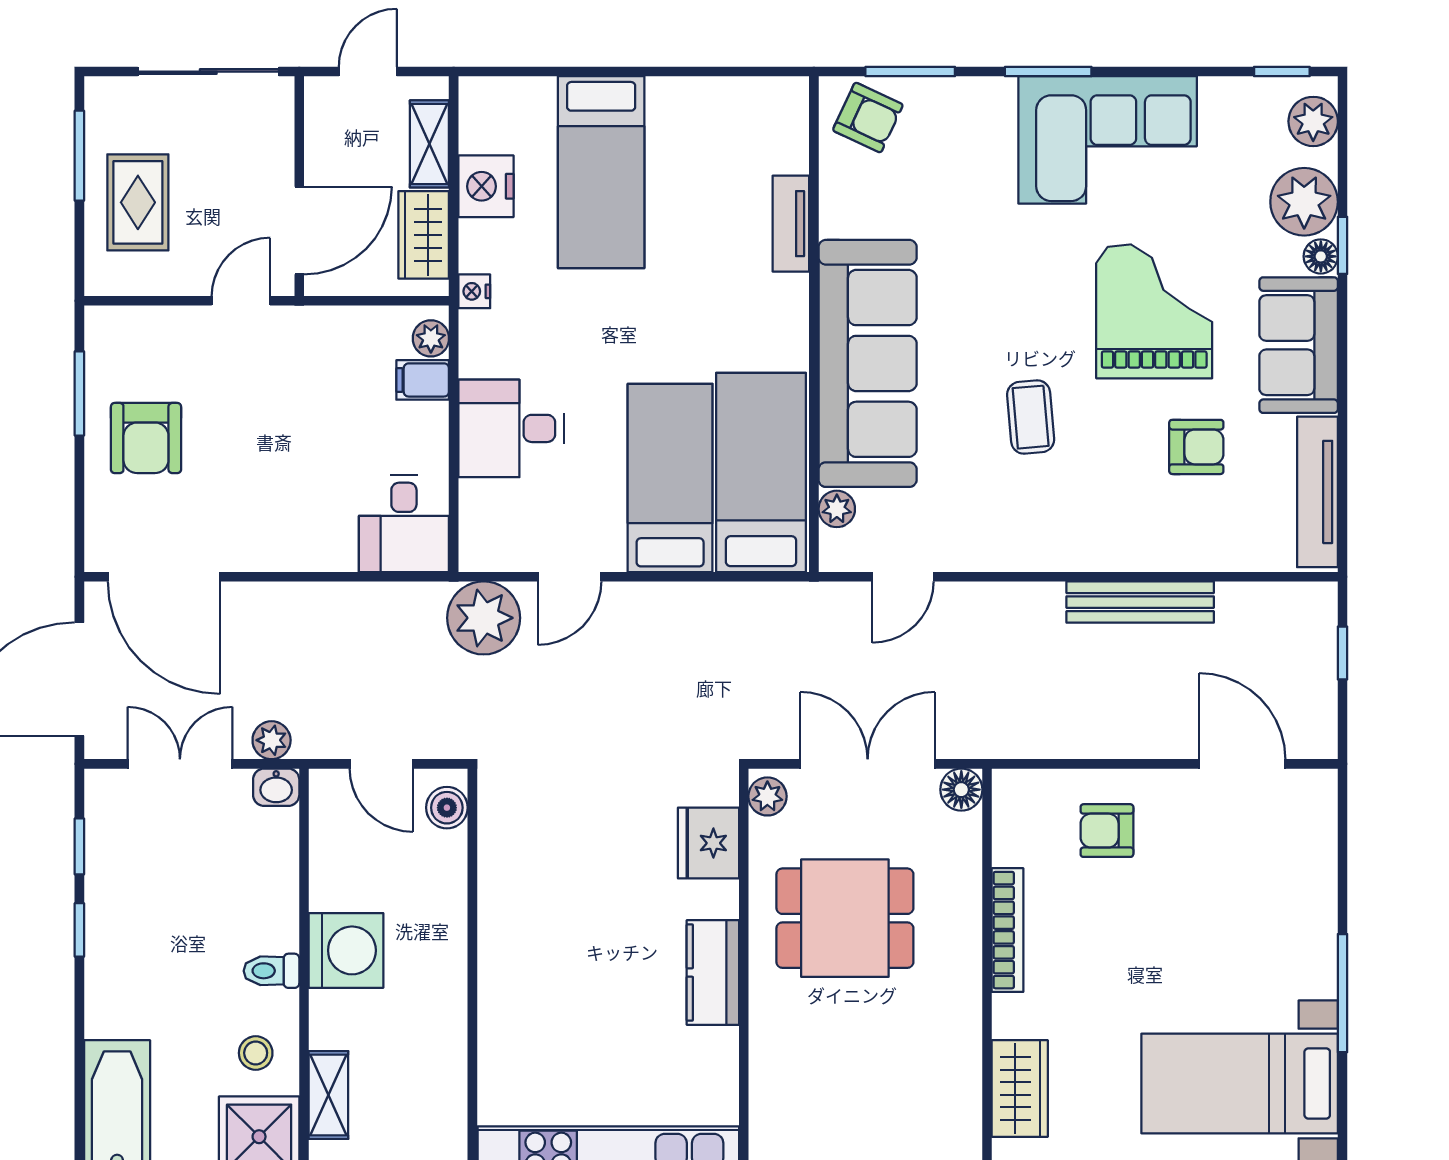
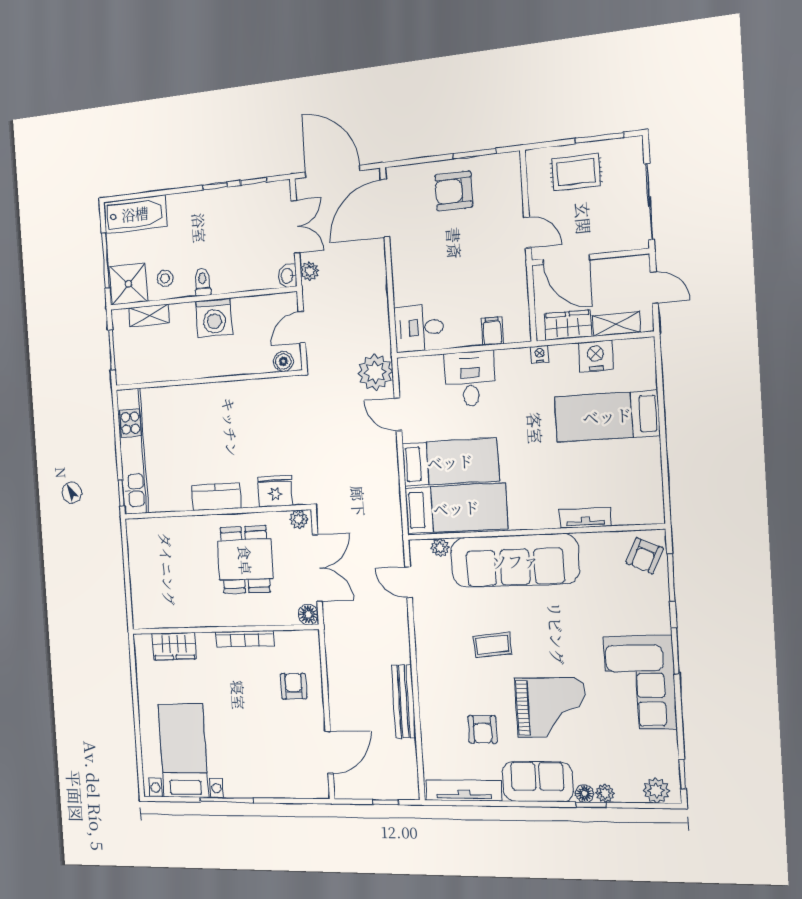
plant: (1304, 202) -> (605, 793), width x0.53, depth x0.53
plant: (431, 338) -> (514, 334), removed

